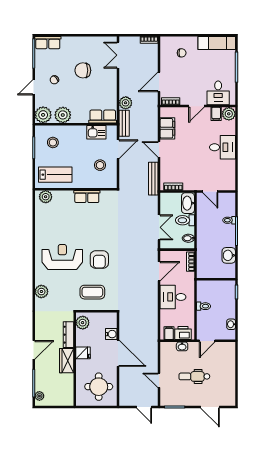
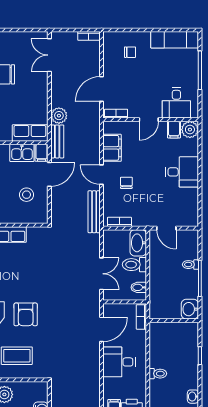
filing cabinet: (112, 132) -> (42, 153), added
chair: (179, 156) -> (126, 183), added
wall: (216, 279) -> (174, 321), moved

